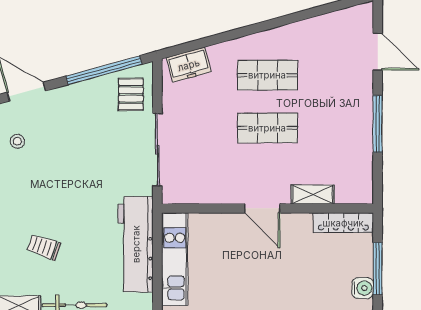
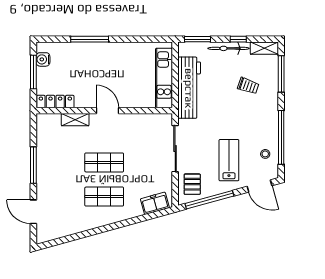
lab bench: (74, 132) -> (229, 160), added

